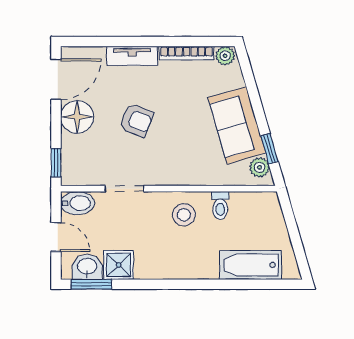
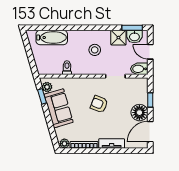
armchair: (136, 120) -> (99, 104), moved
window: (56, 163) -> (150, 100), moved
stool: (184, 215) -> (95, 50), moved

